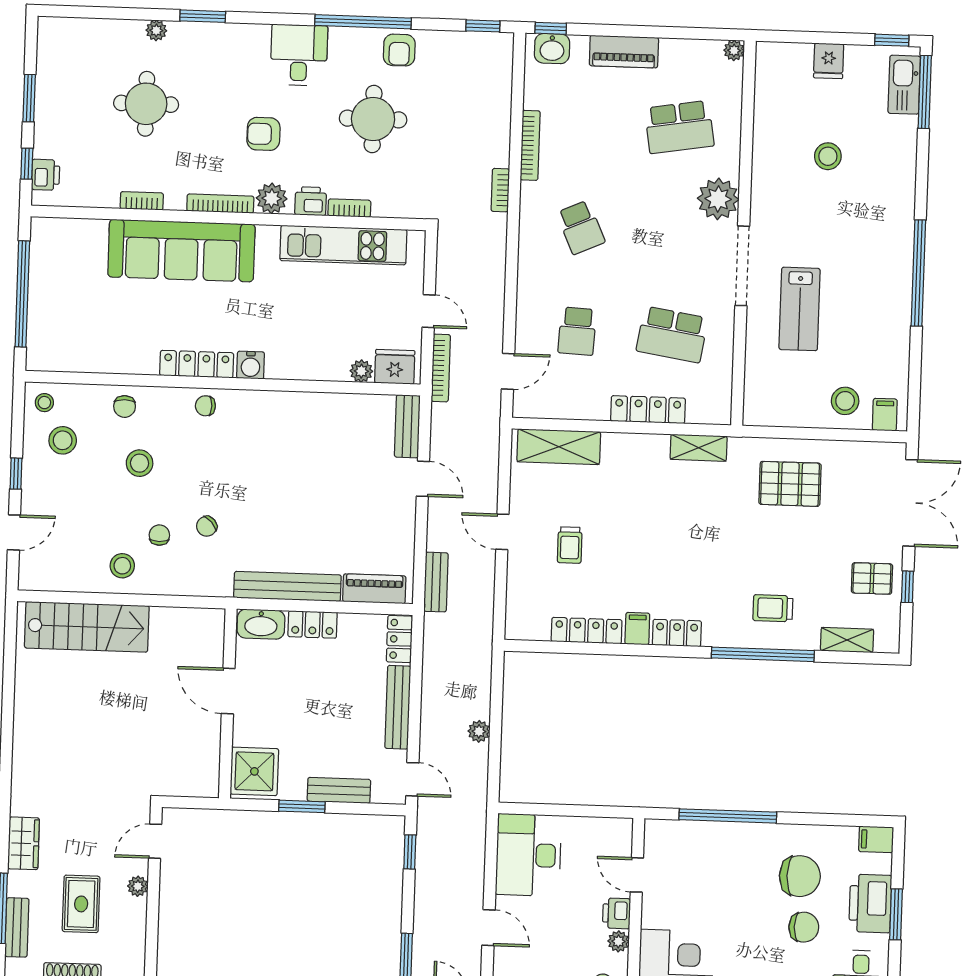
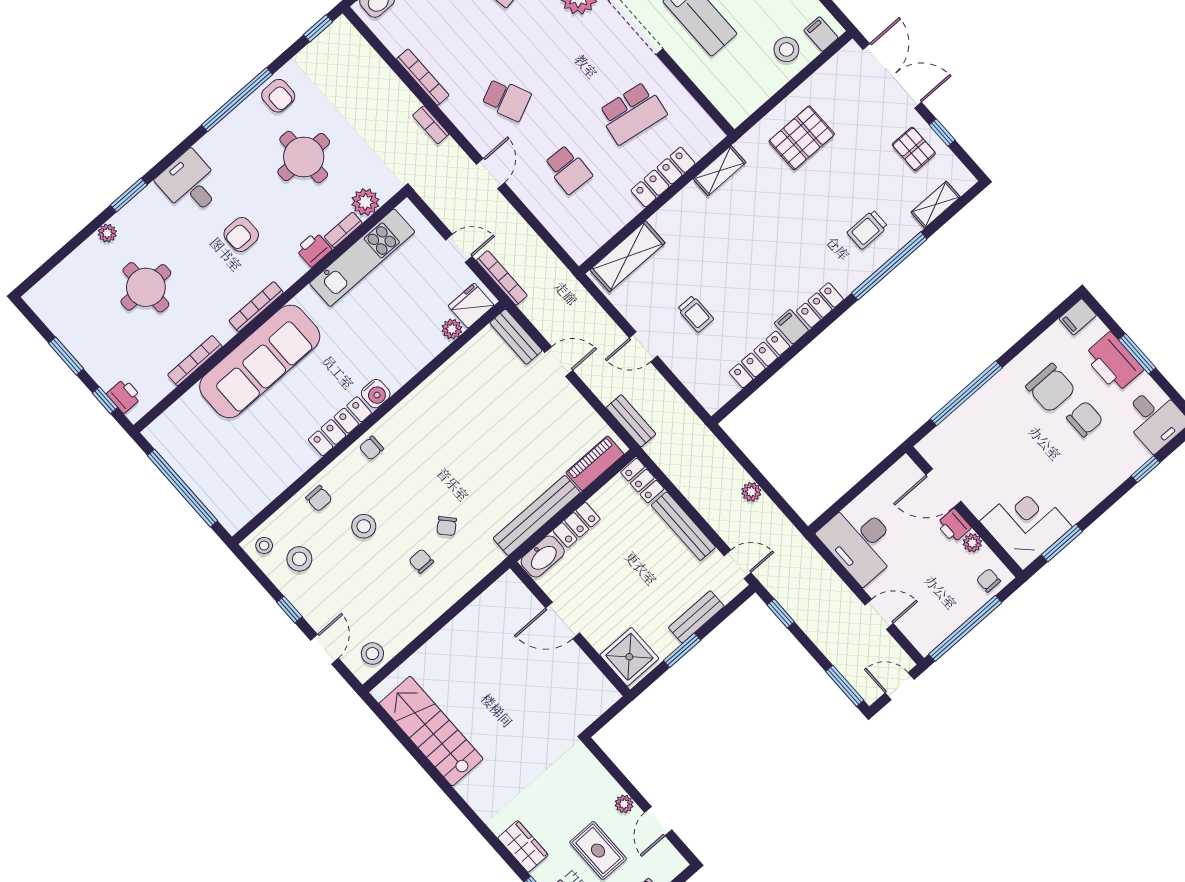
desk: (299, 55) -> (190, 184), moved
plant: (272, 198) -> (365, 202), moved
bookcase: (142, 201) -> (195, 361), width x1.56
door: (508, 371) -> (490, 173), moved
stool: (122, 566) -> (372, 654), moved
pallet: (872, 578) -> (914, 149), turned 90
stairs: (87, 627) -> (431, 731), moved, turned -90
door: (155, 841) -> (658, 821), moved
door: (637, 875) -> (943, 488), width x1.38
chair: (800, 876) -> (1051, 388), turned 90

